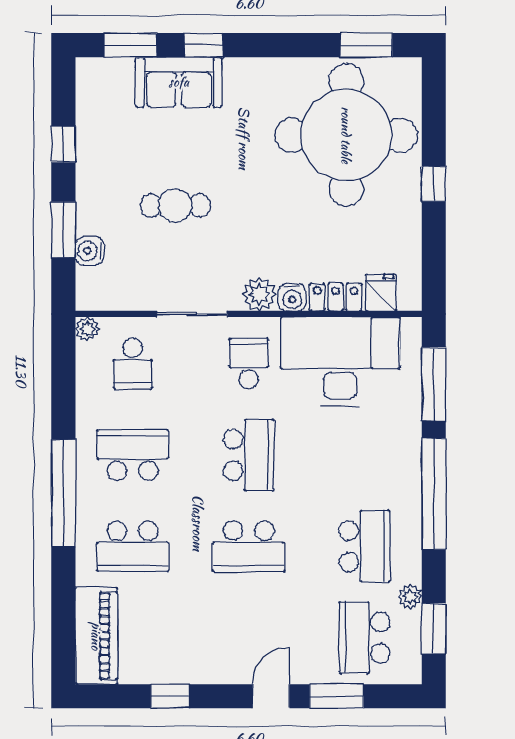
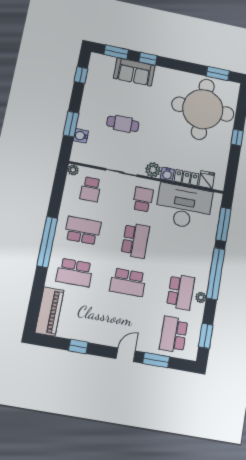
window: (63, 144) -> (81, 75), moved
plant: (410, 597) -> (201, 297), moved

